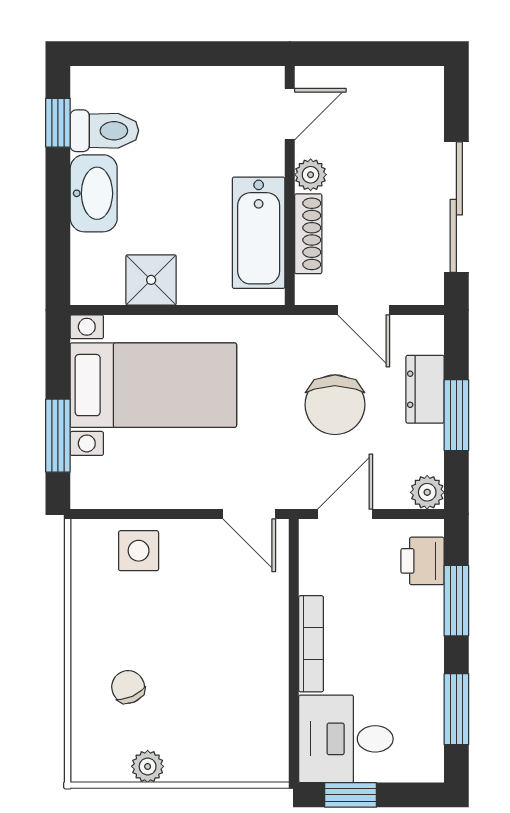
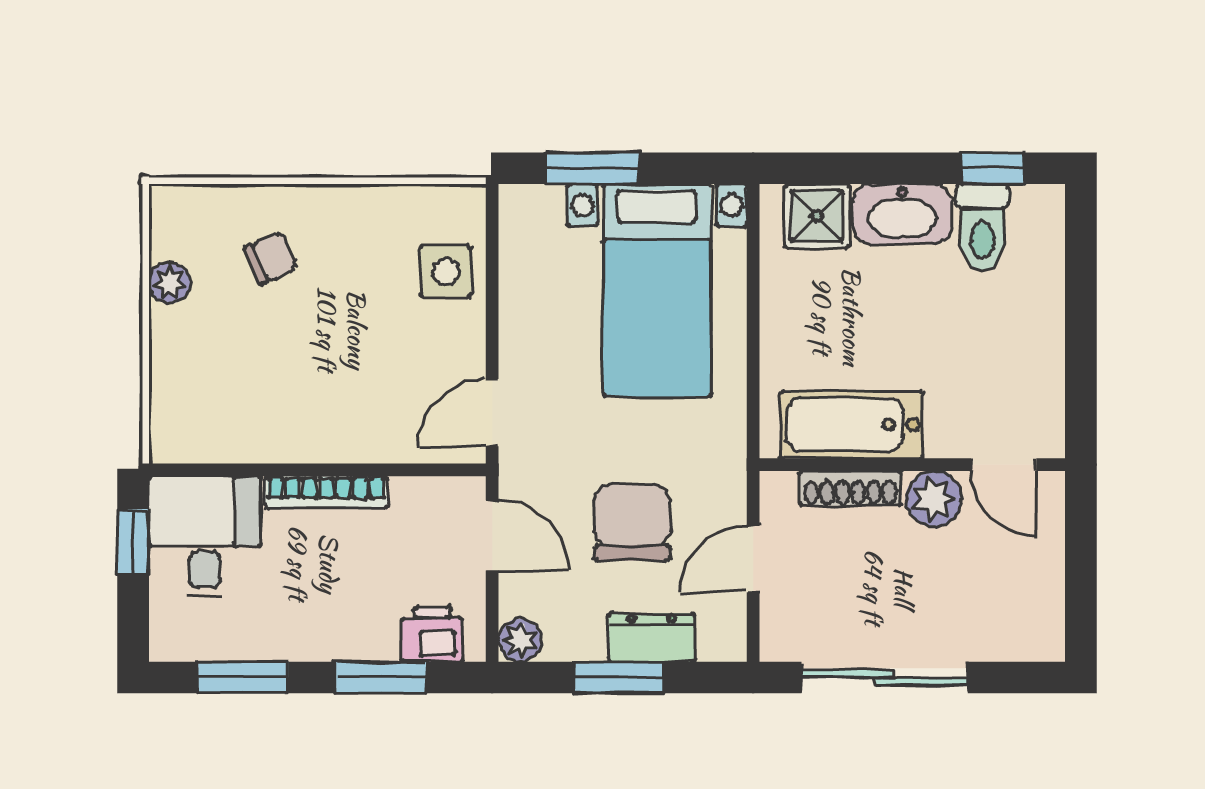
plant: (311, 175) -> (934, 499), width x1.38, depth x1.38
shower: (151, 280) -> (817, 216), moved
chair: (335, 405) -> (632, 522), turned 90

